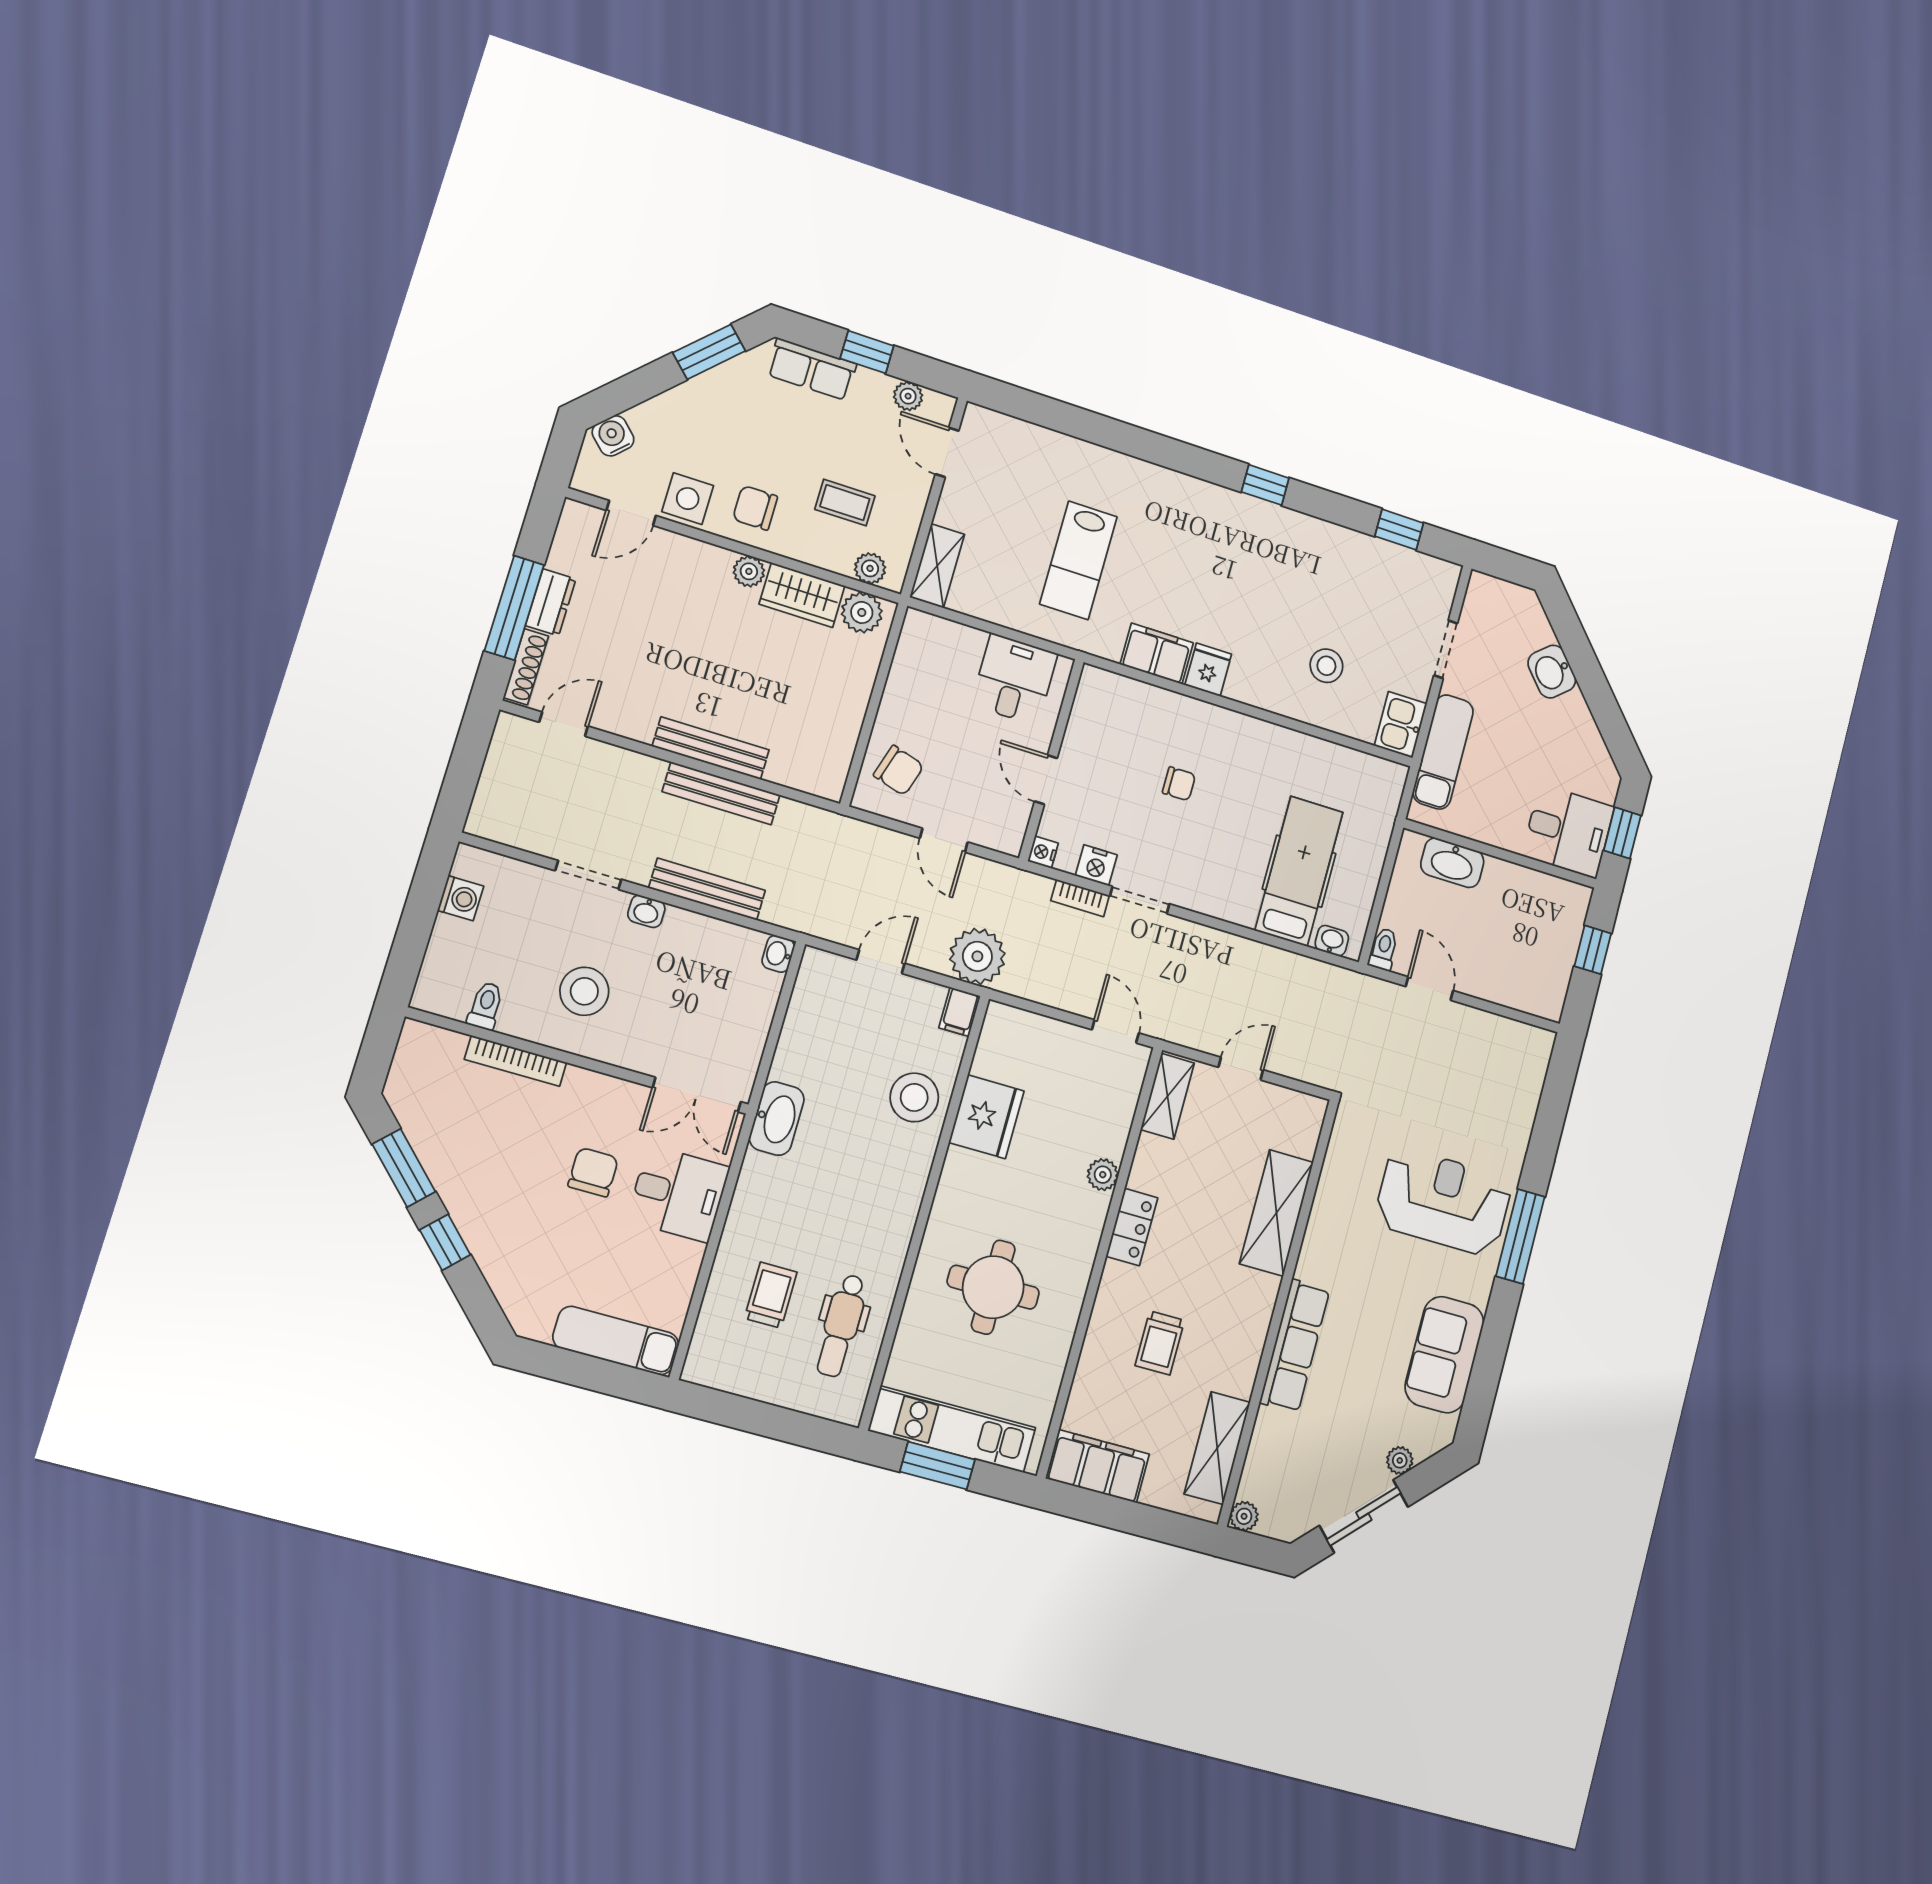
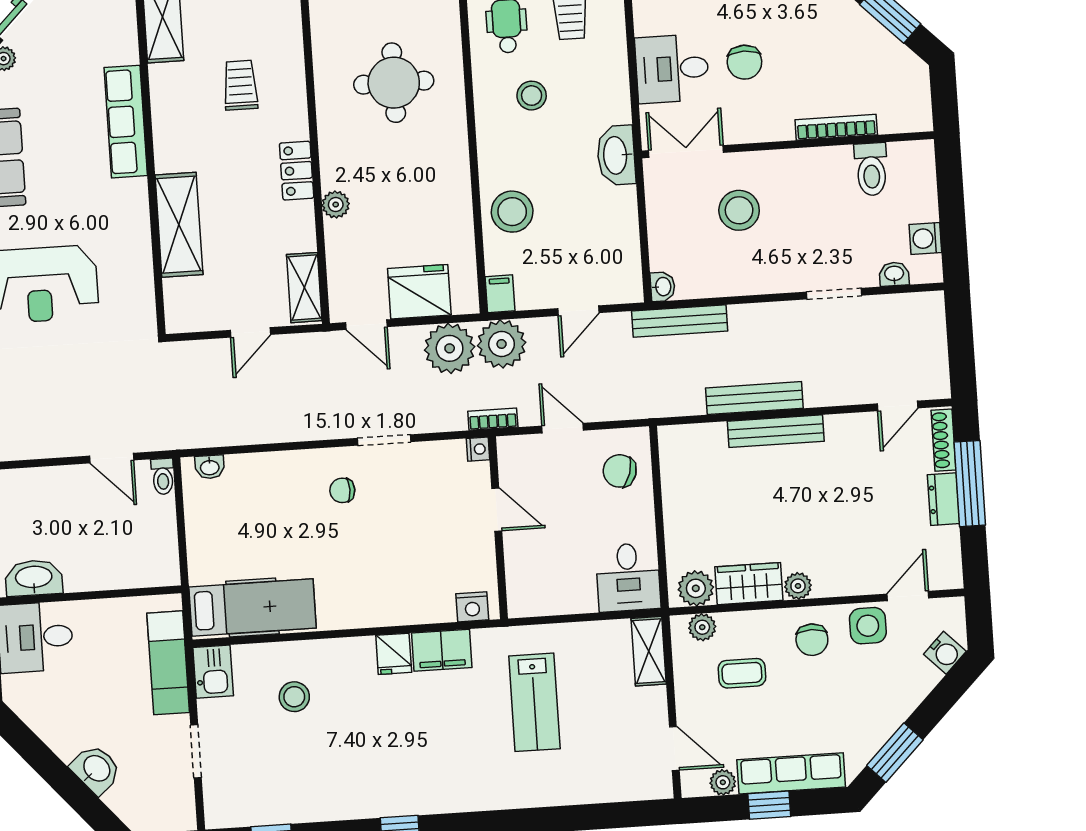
row of seats: (812, 369) -> (791, 773), width x1.48
chair: (755, 508) -> (812, 640), turned 90
lab bench: (1078, 560) -> (534, 702), turned 180
desk: (1014, 679) -> (628, 577), moved
chair: (1179, 784) -> (342, 490), moved
washbasin: (1452, 863) -> (34, 578), moved
nightstand: (1096, 865) -> (472, 607), moved, turned 180
hospital bed: (1299, 871) -> (253, 608), moved, turned -90
bench: (707, 889) -> (680, 321), moved
bookcase: (1080, 898) -> (493, 419), moved
washbasin: (646, 911) -> (894, 274), moved
plant: (1035, 973) -> (450, 348), added
stool: (584, 991) -> (739, 210), moved
toilet: (486, 1006) -> (871, 169), width x1.37, depth x1.39
fridge: (987, 1117) -> (419, 292), moved, turned 90
stool: (847, 1219) -> (532, 96), added

